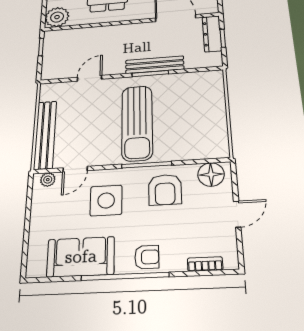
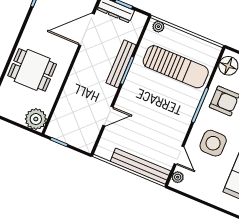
door: (89, 78) -> (108, 116), swing flipped
plant: (217, 81) -> (158, 27), added
sun lounger: (137, 123) -> (176, 67), moved

